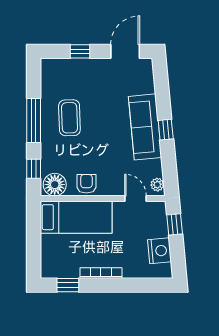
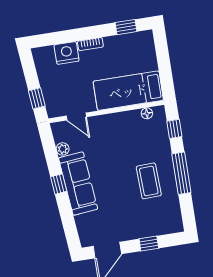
armchair: (86, 184) -> (124, 123), removed
floor lamp: (55, 185) -> (147, 113), width x0.53, depth x0.53
plant: (157, 185) -> (63, 149), moved
nightstand: (159, 251) -> (67, 53), moved, turned 95
bookcase: (101, 273) -> (90, 44), width x0.64

